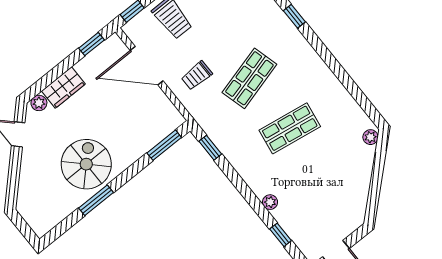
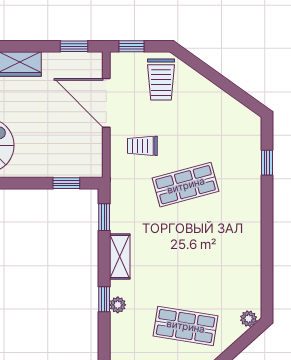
shop shelf: (290, 128) -> (186, 326), moved
window: (164, 145) -> (66, 183), width x0.67
shelving: (244, 167) -> (120, 256), added
window: (281, 235) -> (104, 299), moved

